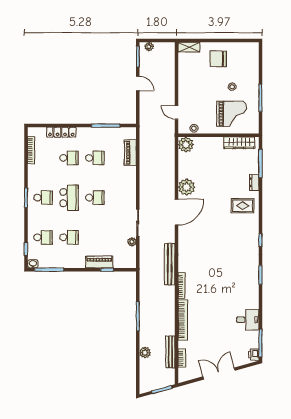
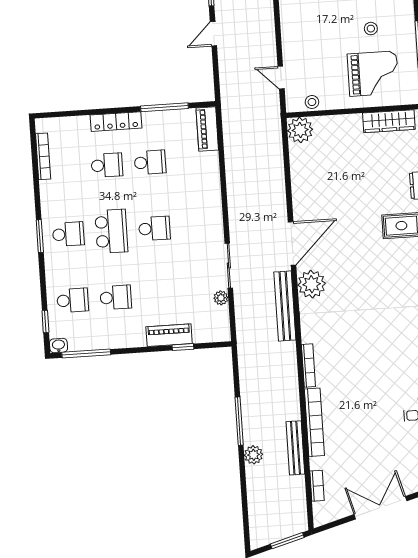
door: (138, 84) -> (213, 34), swing flipped
locker: (61, 132) -> (116, 122), moved
piano: (130, 153) -> (207, 129), moved
plant: (187, 187) -> (312, 284), moved
bench: (170, 264) -> (285, 306), moved
bench: (170, 352) -> (295, 448), moved
plant: (145, 353) -> (254, 455), moved

